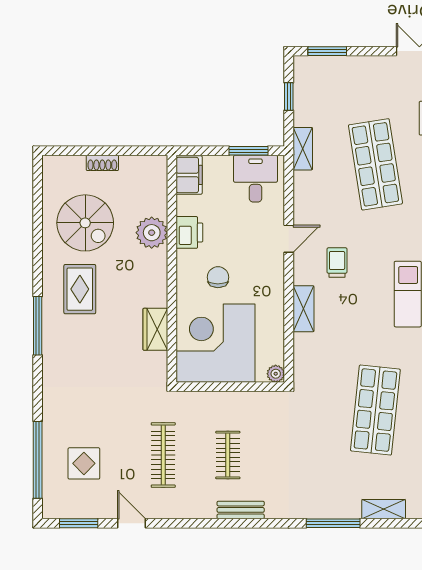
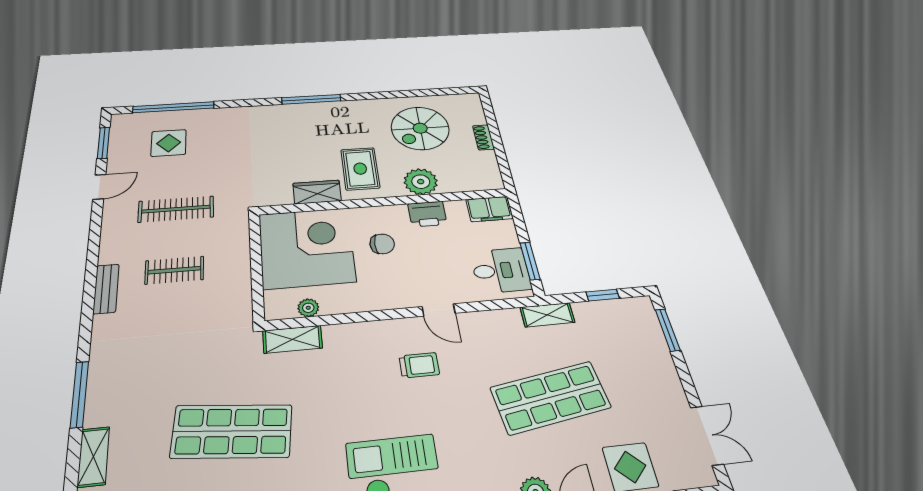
rug: (80, 289) -> (360, 169), moved, turned 90
shelving: (304, 309) -> (293, 339), moved
plant: (276, 374) -> (308, 308), moved

